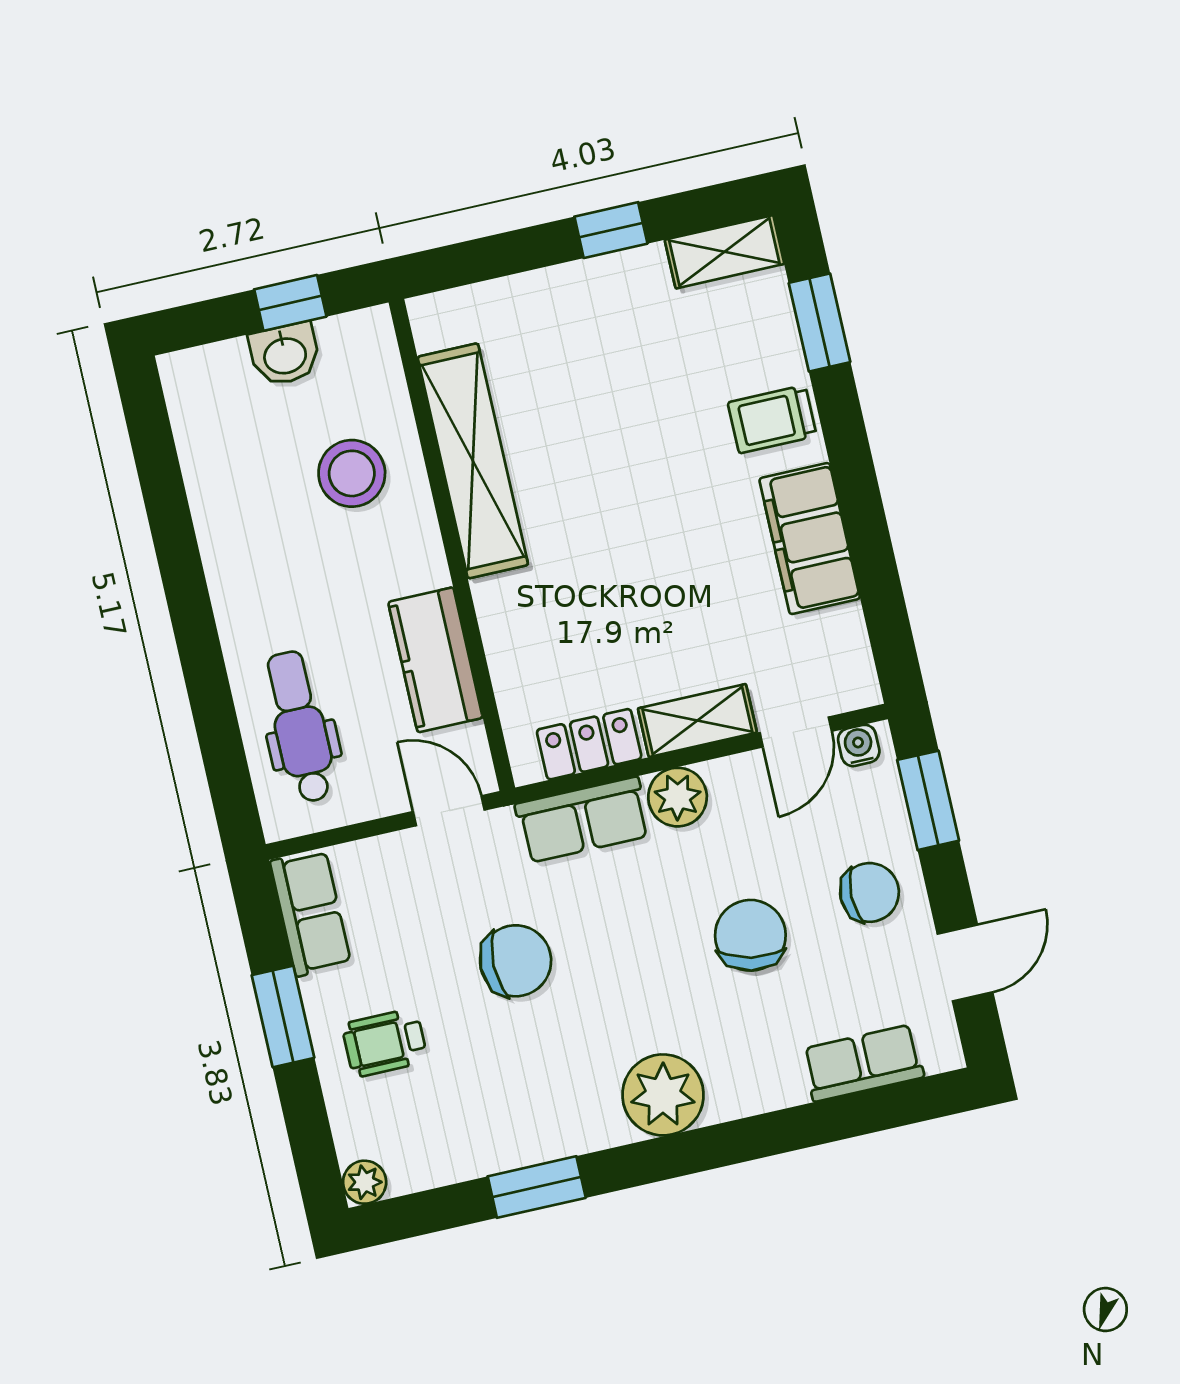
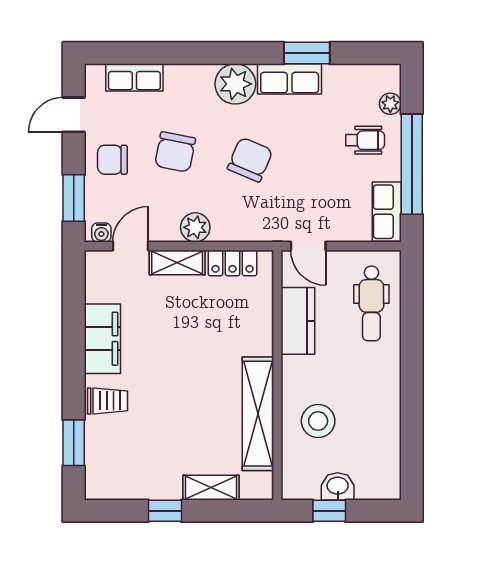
shelving: (724, 252) -> (211, 488), moved
row of seats: (583, 820) -> (290, 79), moved, turned 180
chair: (516, 961) -> (250, 160), moved, turned 113
window: (283, 1016) -> (412, 164), width x2.11
plant: (365, 1182) -> (390, 104), moved

